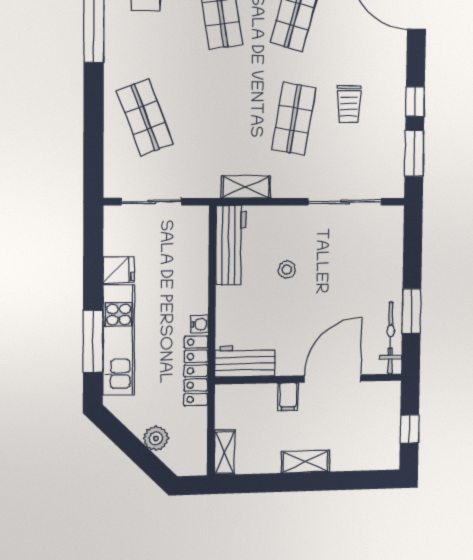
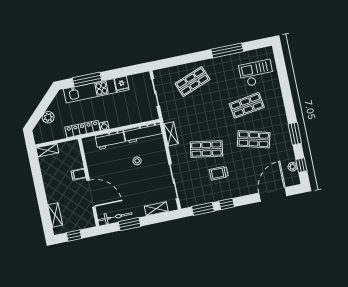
shelving: (393, 250) -> (156, 209), added
workbench: (245, 361) -> (110, 140), moved, turned 90
shelving: (306, 462) -> (55, 215), moved

